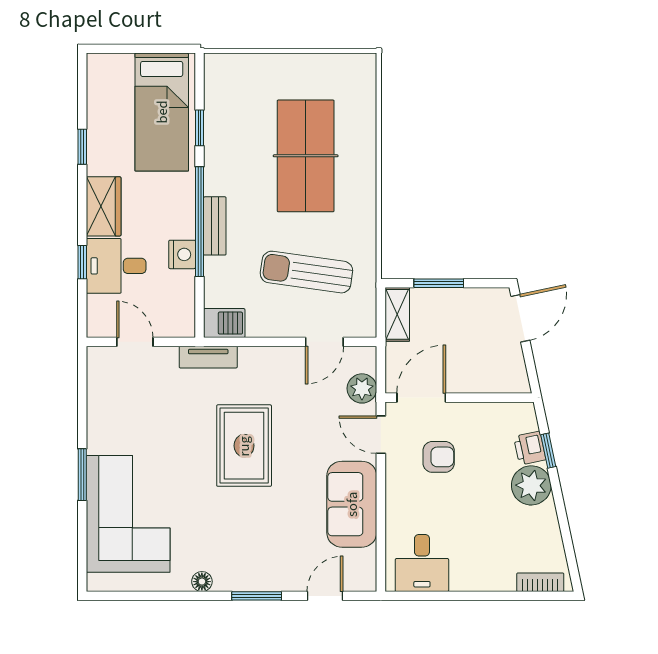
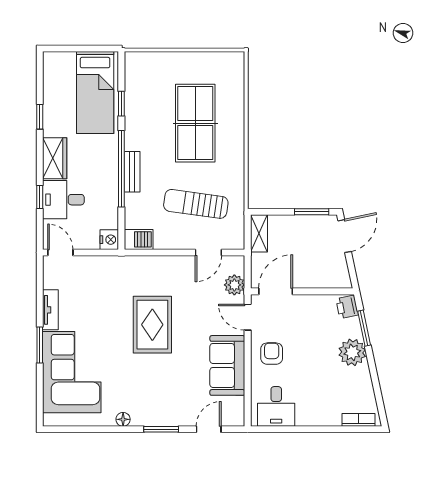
nightstand: (182, 254) -> (109, 240), moved
window: (439, 283) -> (312, 212), moved
door: (135, 342) -> (60, 252), moved
tv unit: (208, 357) -> (50, 310), moved, turned -90
printer: (530, 448) -> (347, 307), moved
window: (548, 451) -> (364, 328), width x1.50
armchair: (439, 457) -> (272, 354), moved, turned -90

